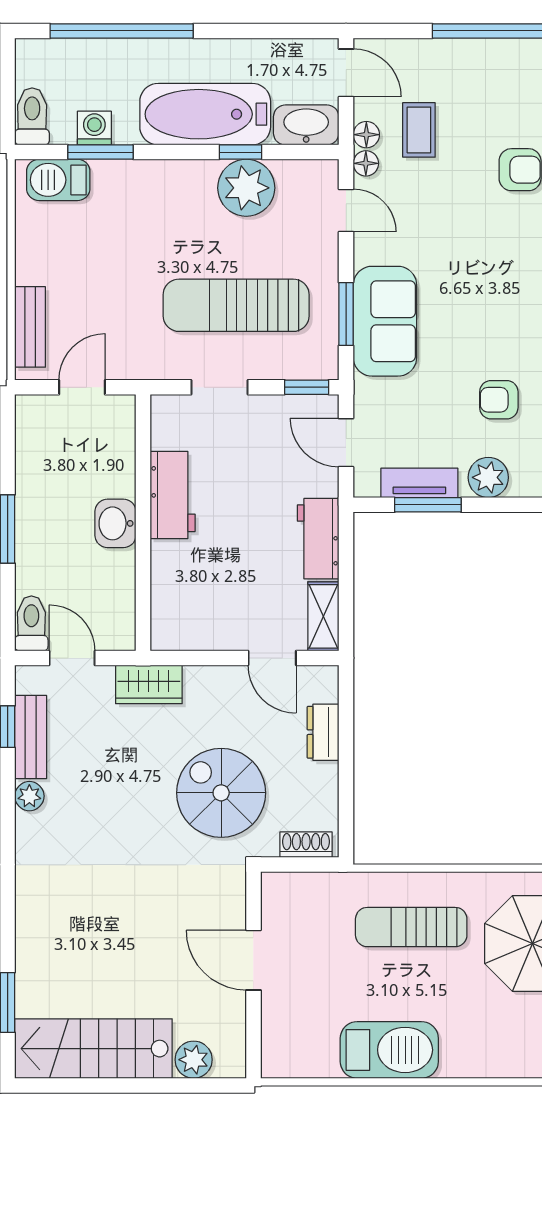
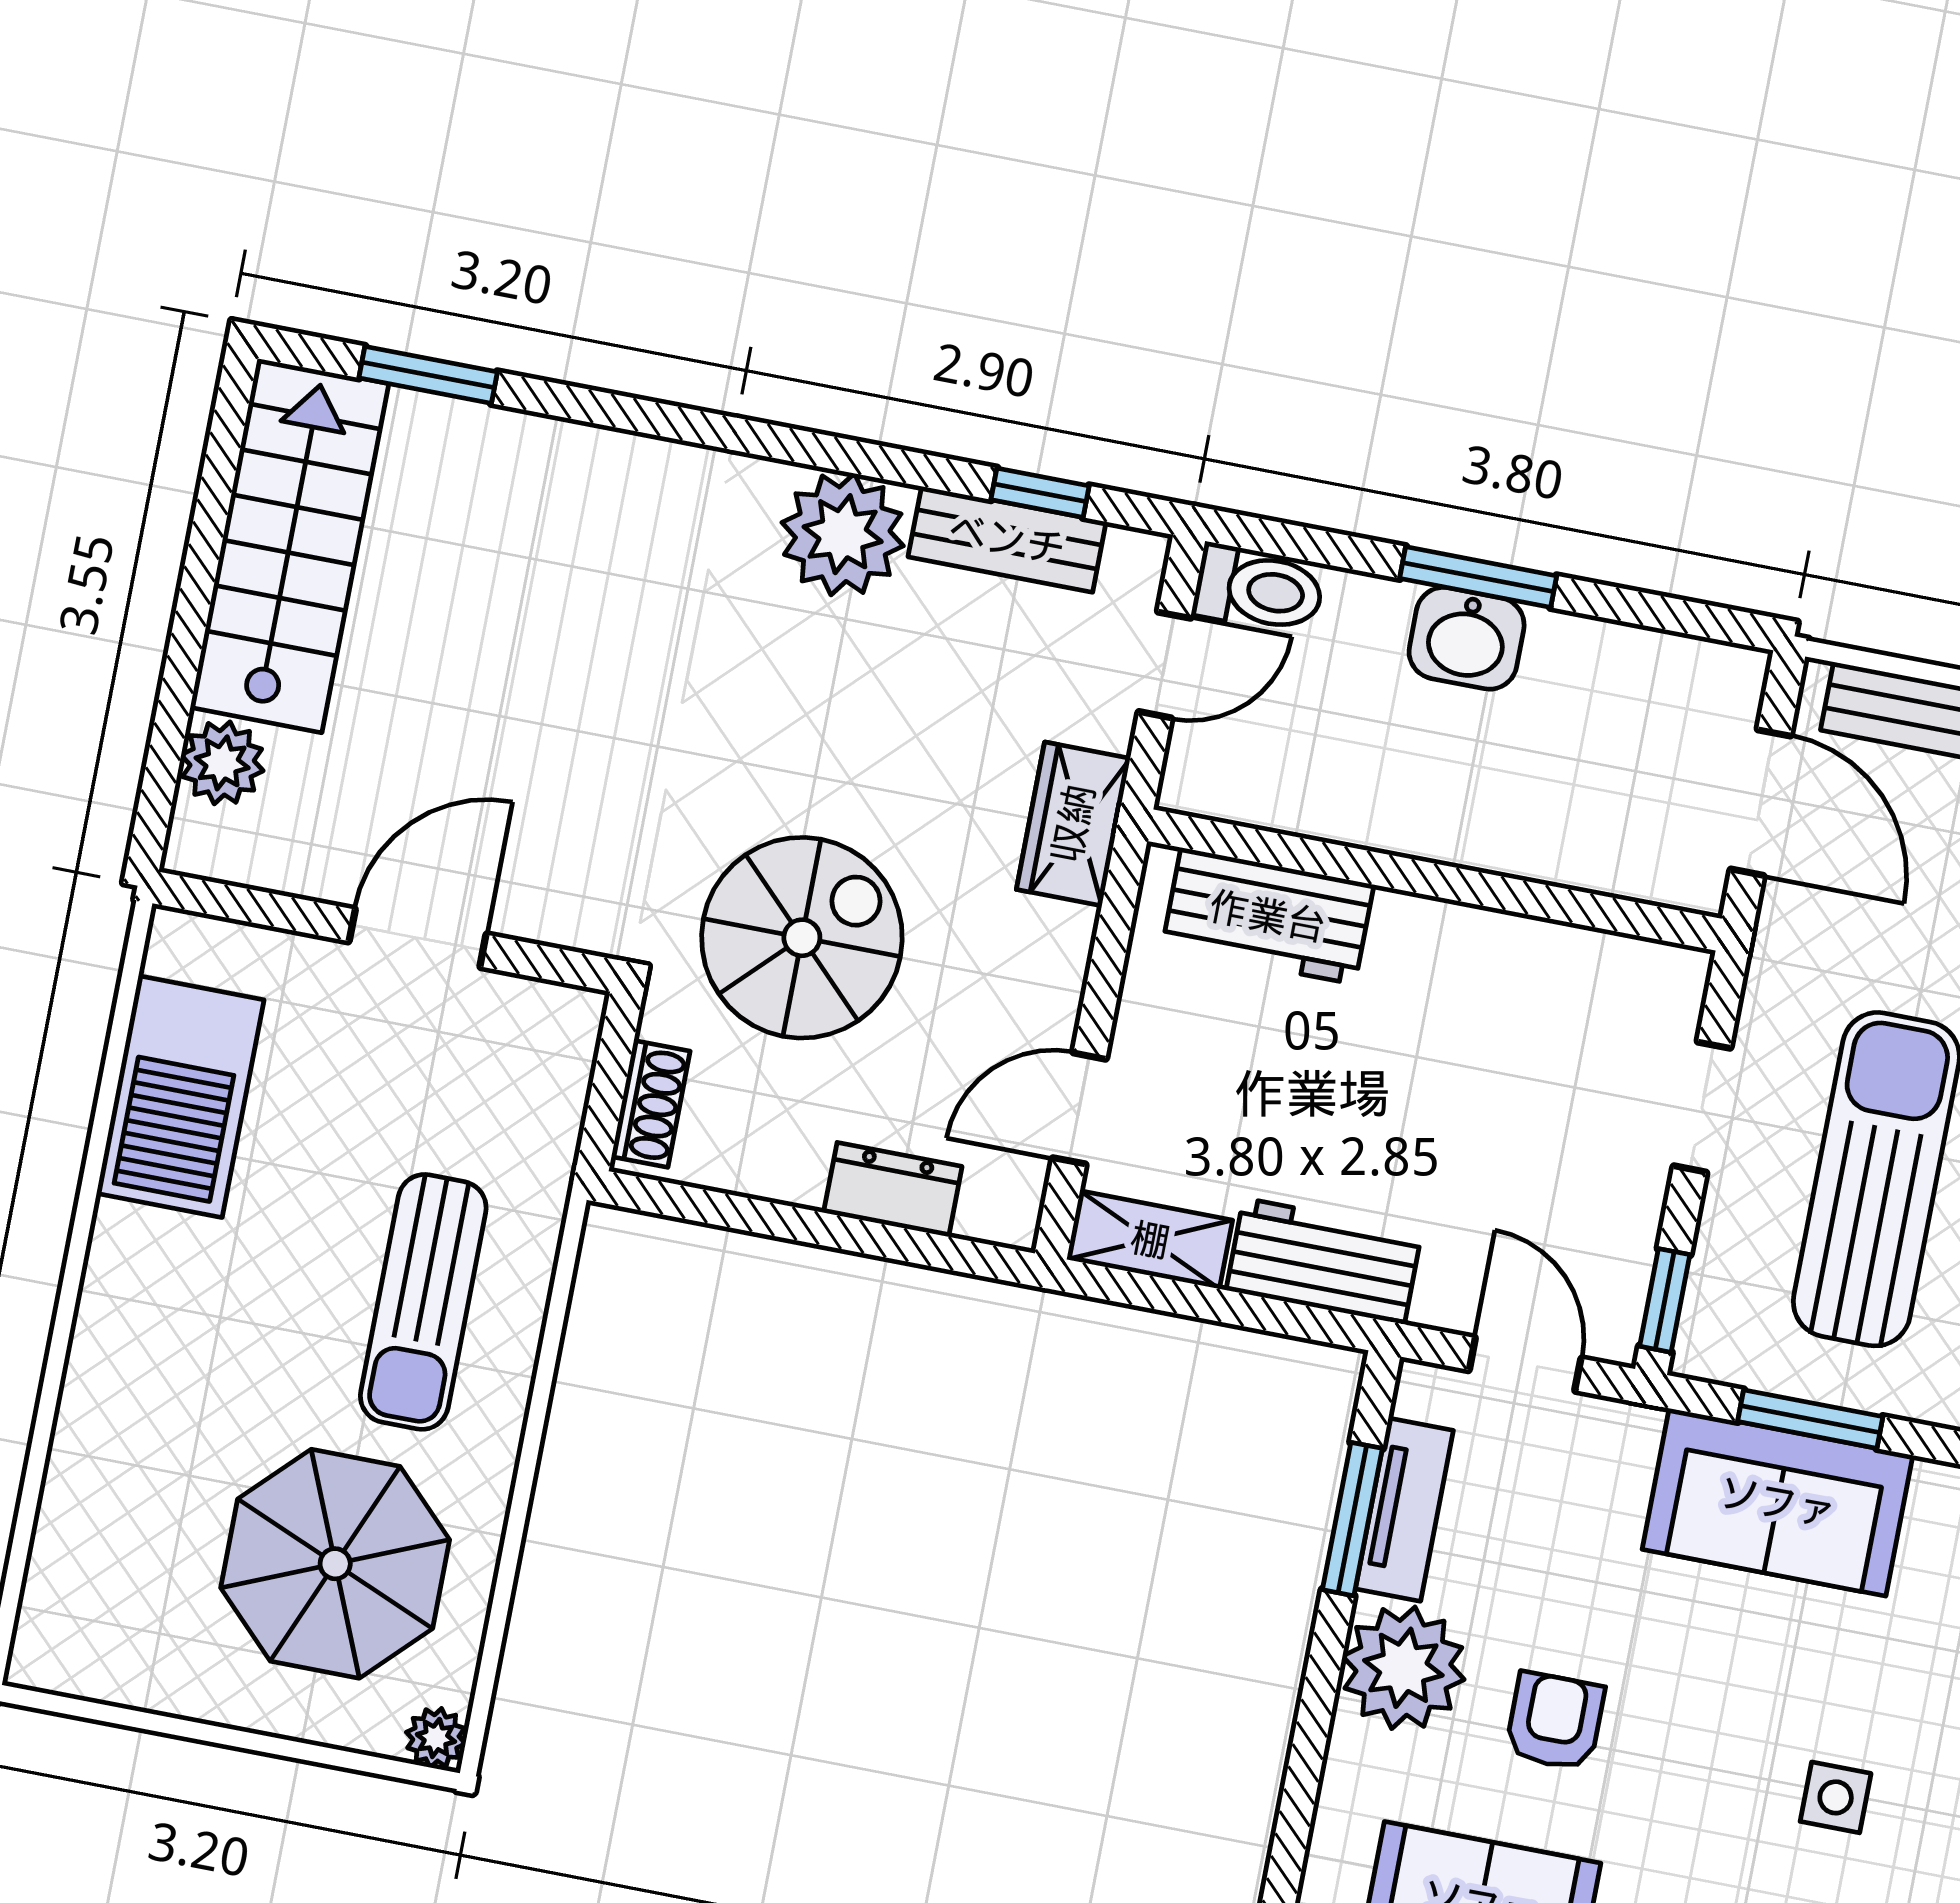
side table: (508, 271) -> (1836, 1797), added
door: (82, 387) -> (1761, 803), width x1.38
door: (346, 443) -> (1525, 1364), hinge flipped
plant: (488, 477) -> (1403, 1668), width x1.36, depth x1.36
workbench: (173, 495) -> (1268, 916), moved
washbasin: (115, 523) -> (1467, 638), moved, turned 180
plant: (29, 796) -> (843, 534), width x1.87, depth x1.87
sun lounger: (411, 927) -> (423, 1302), turned 180
barbecue: (389, 1050) -> (180, 1097), moved

